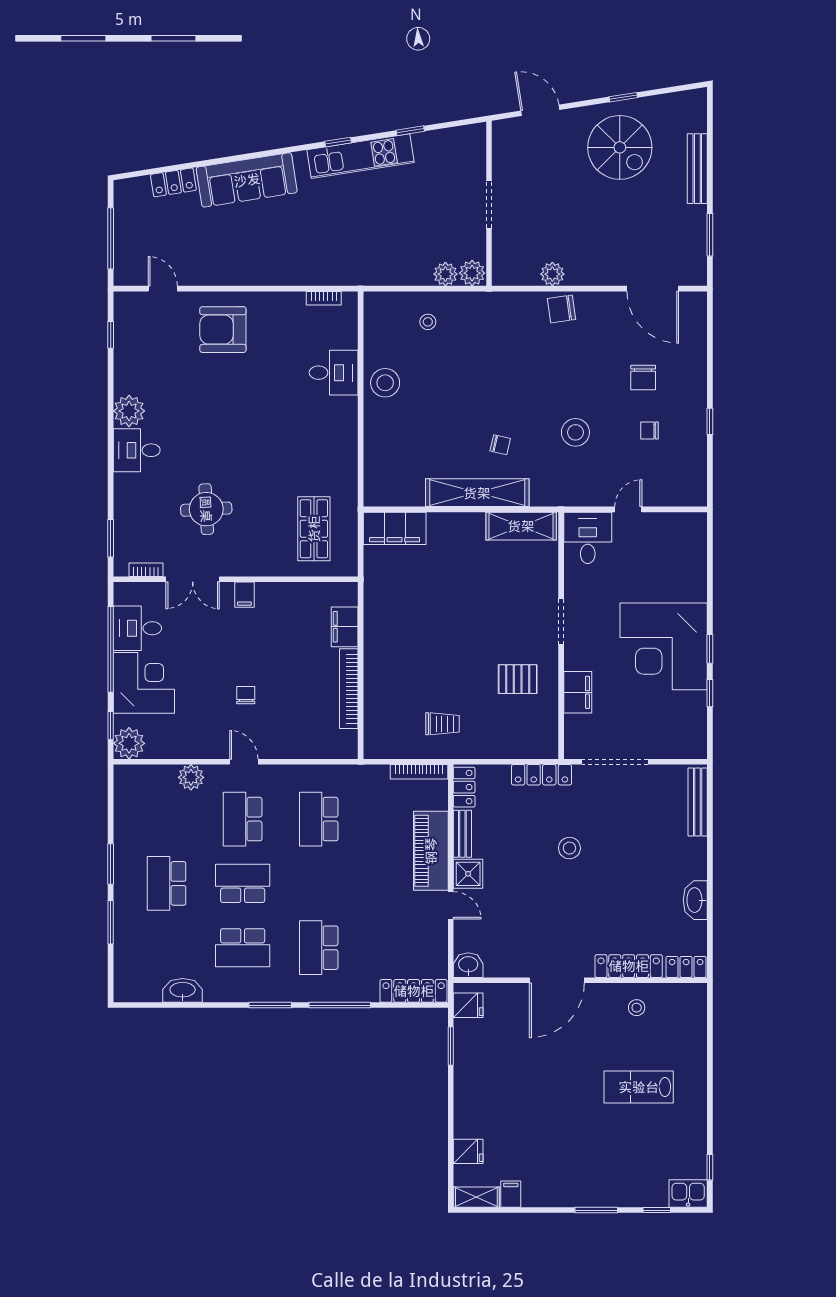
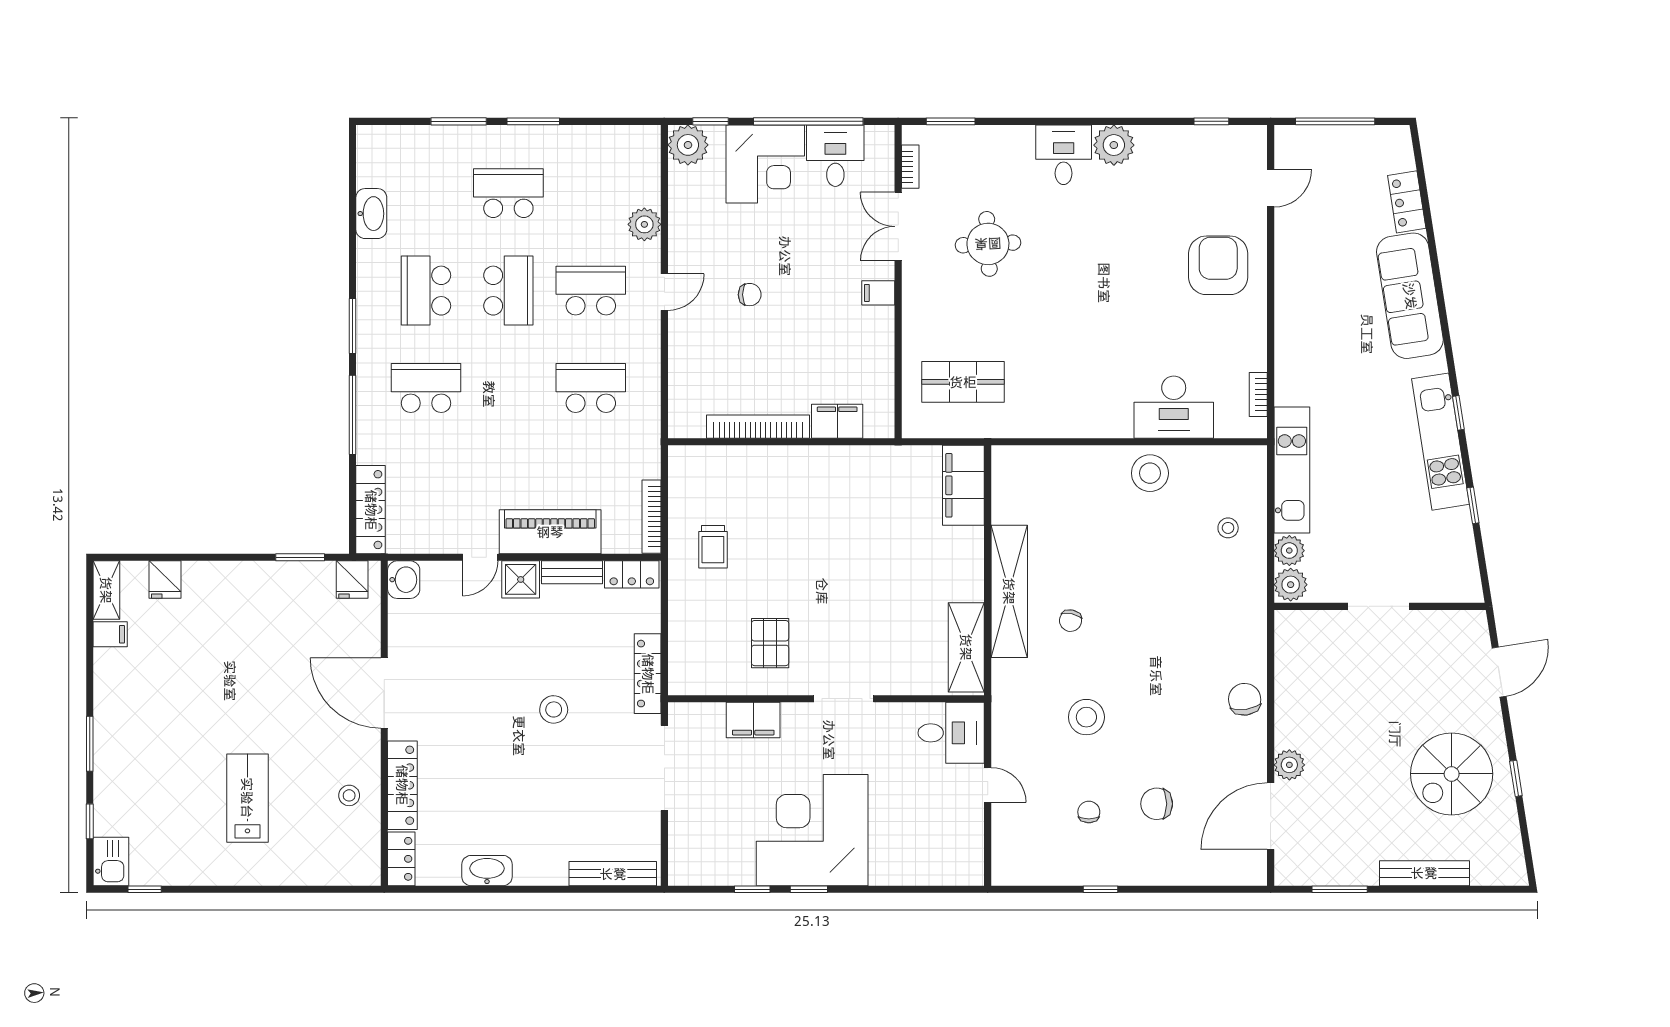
kitchen unit: (383, 272) -> (1292, 470), added
plant: (552, 274) -> (1289, 765), moved
desk: (334, 373) -> (1174, 407), width x1.37

